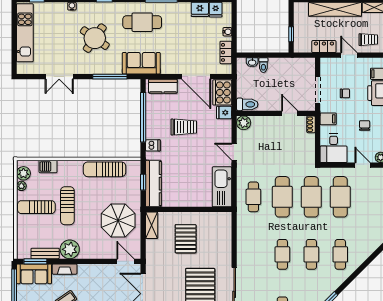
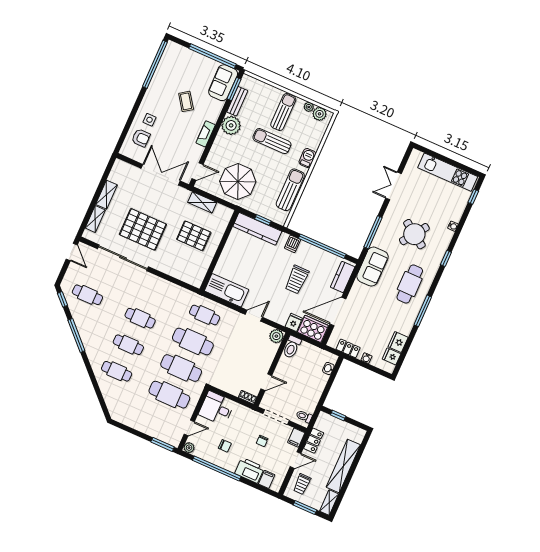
toilet: (263, 65) -> (304, 416), moved
filing cabinet: (328, 119) -> (296, 438), moved
barbecue: (48, 166) -> (307, 158), moved
shelving: (152, 225) -> (202, 202), moved
fireplace: (65, 269) -> (206, 134), moved

